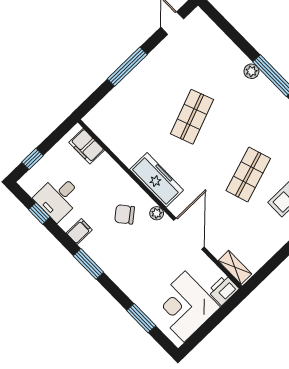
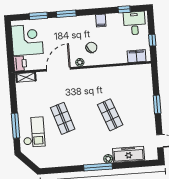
window: (127, 67) -> (157, 104), width x0.69
window: (32, 159) -> (152, 40), moved
freezer: (157, 180) -> (129, 154), moved, turned 180
desk: (58, 197) -> (134, 23), moved
door: (189, 234) -> (58, 69), swing flipped
window: (88, 264) -> (66, 14), moved

